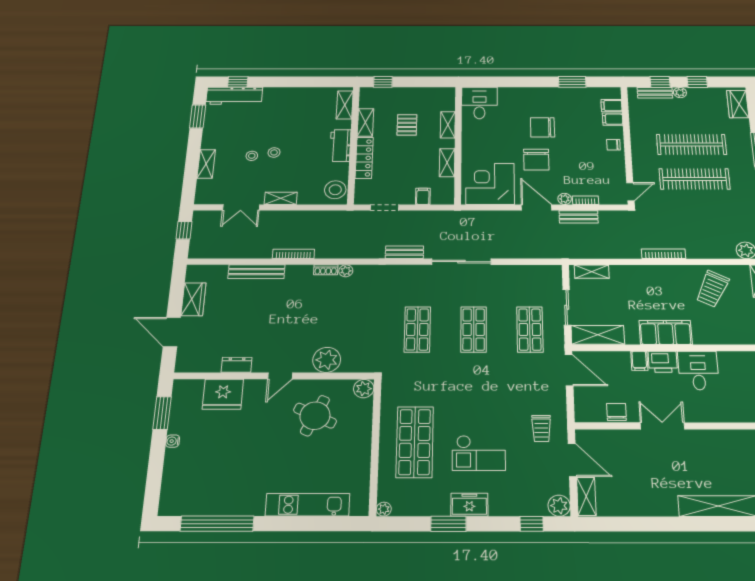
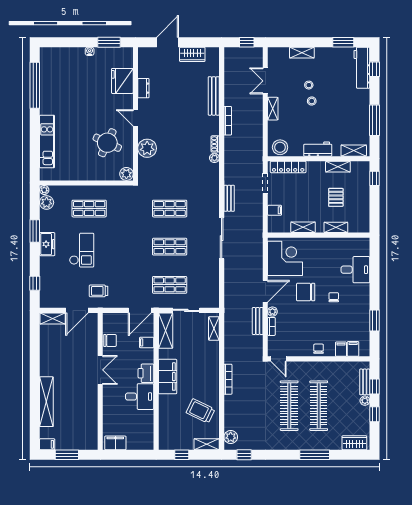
window: (306, 82) -> (375, 120), added
desk: (479, 103) -> (355, 270), moved
pallet: (407, 125) -> (336, 197), turned 90
chair: (542, 127) -> (334, 297), width x0.54, depth x0.54
locker: (364, 158) -> (288, 167), moved
filing cabinet: (639, 361) -> (147, 342), moved
shop shelf: (415, 442) -> (89, 209), width x0.70, depth x0.74
checkout: (479, 453) -> (82, 250), turned 180
plant: (559, 506) -> (47, 203), moved

